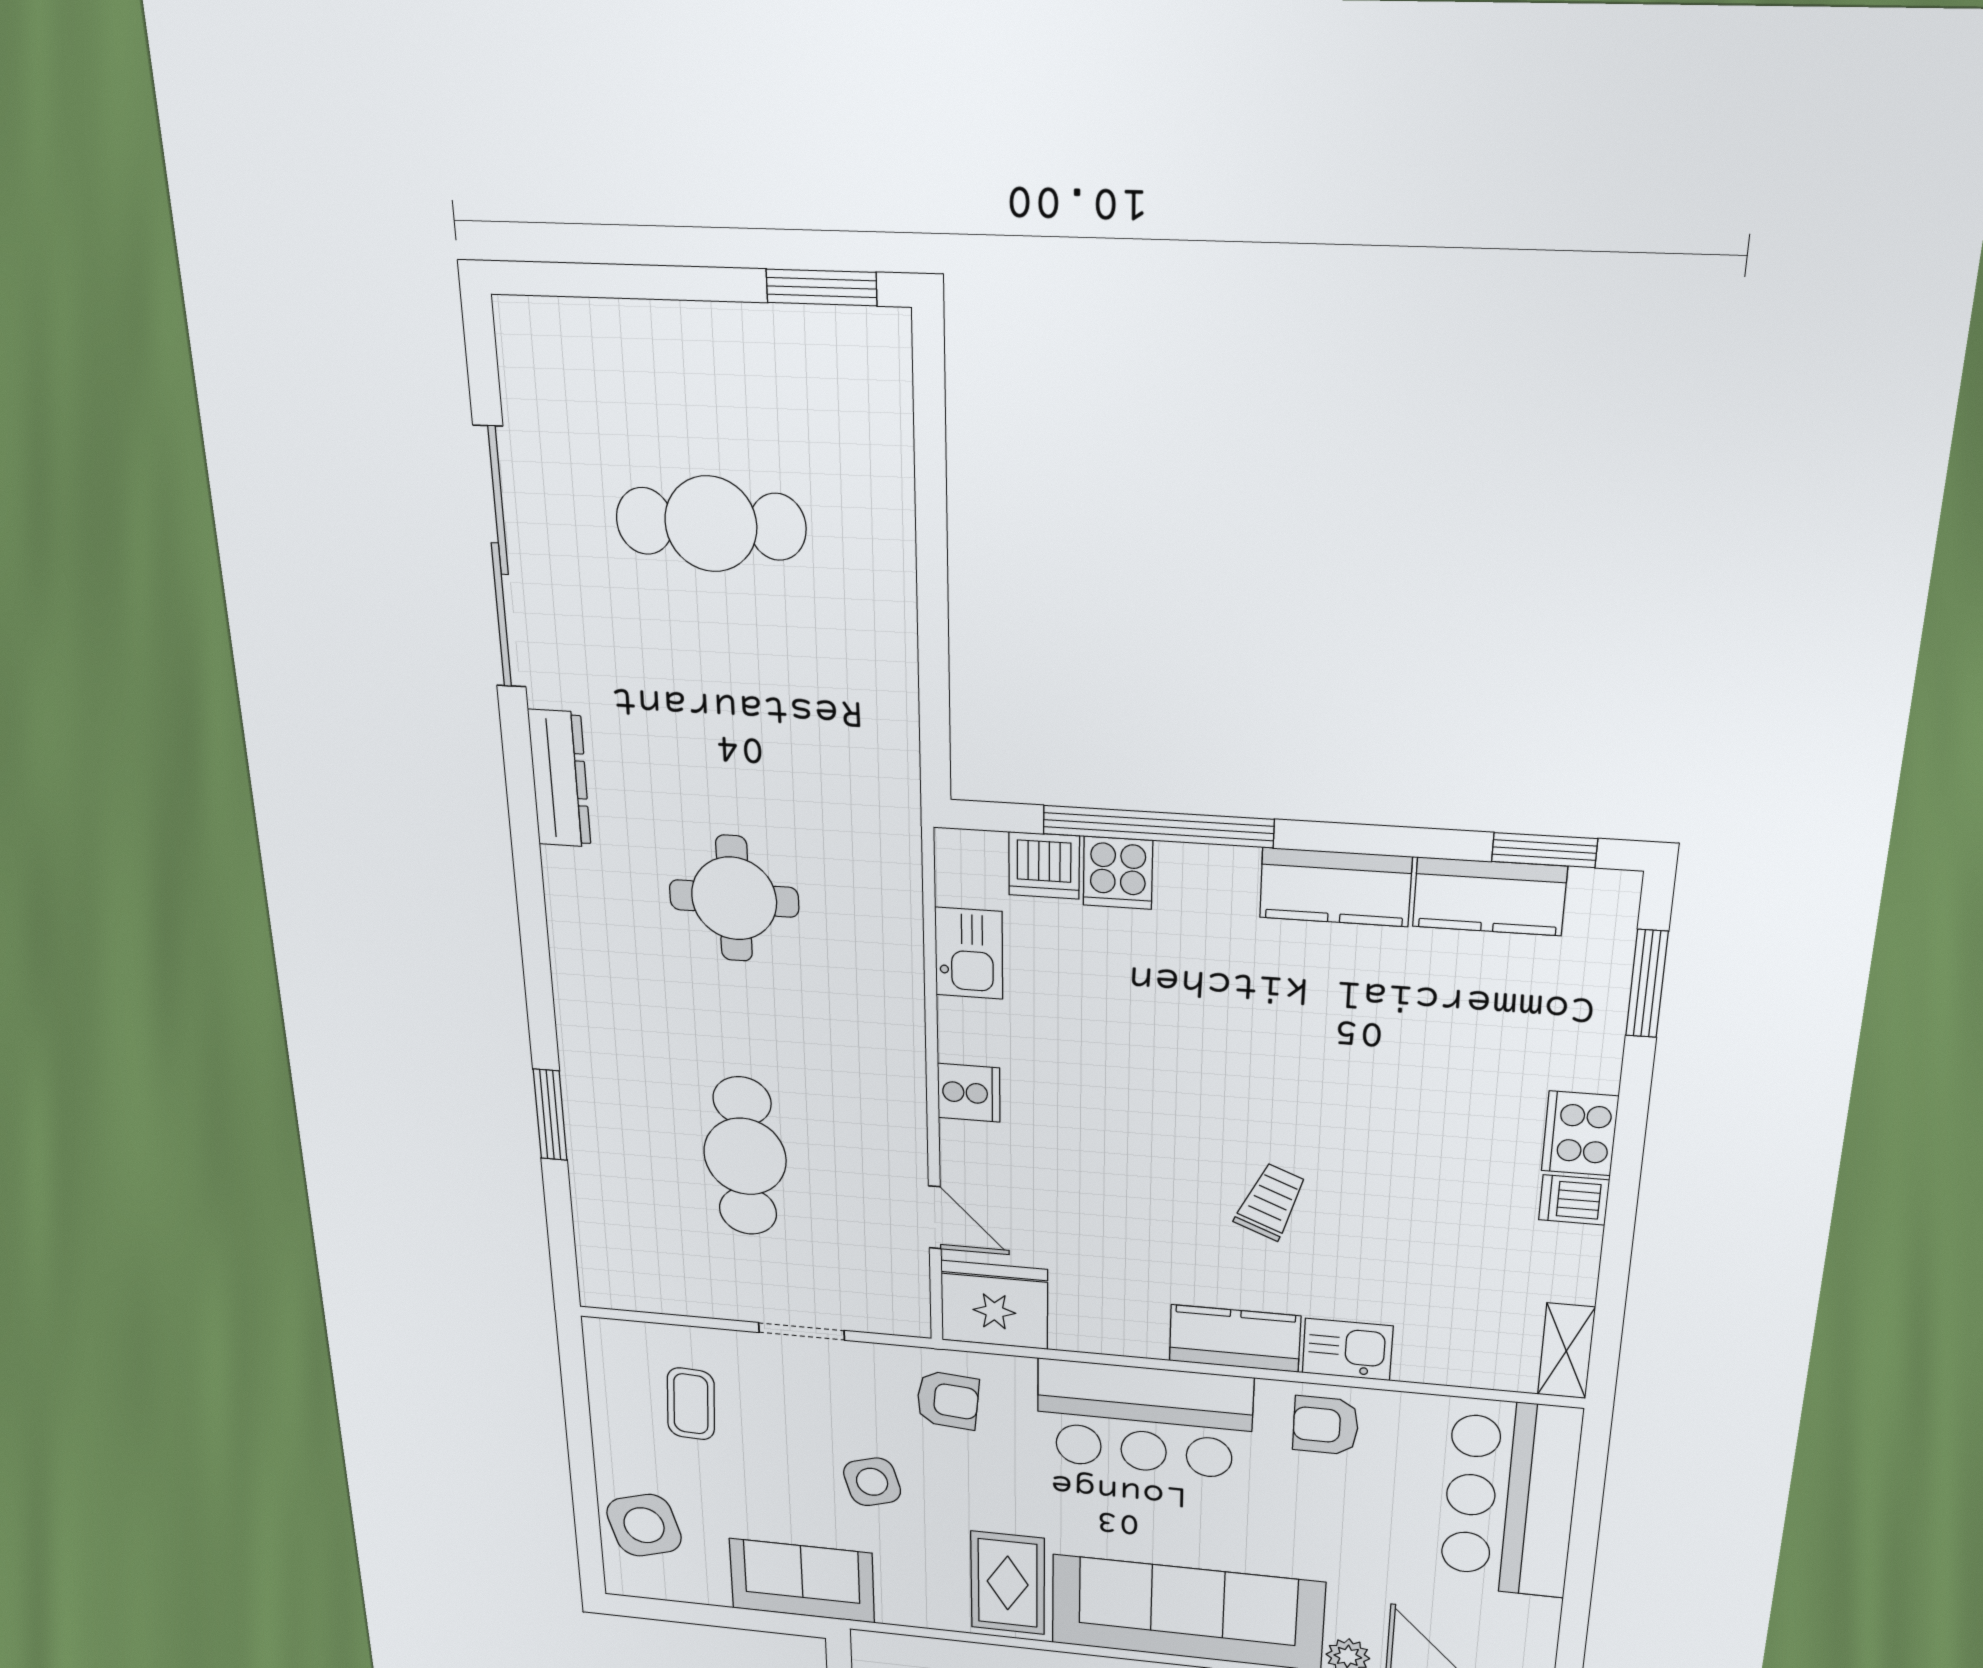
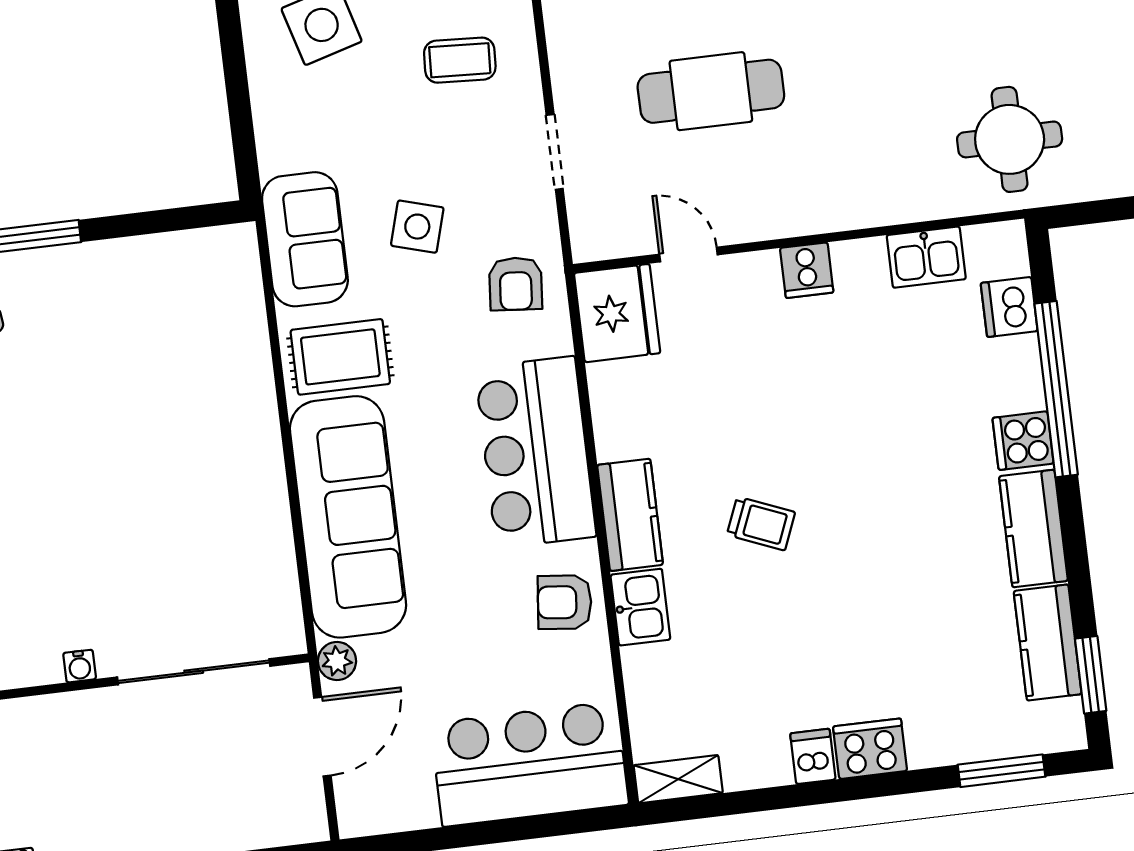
cooker: (1118, 873) -> (1023, 441), moved
round table: (734, 898) -> (1010, 139), moved
door: (935, 1217) -> (688, 255), swing flipped
armchair: (1326, 1425) -> (565, 602), turned -84
side table: (872, 1482) -> (417, 227), turned 32
sofa: (802, 1581) -> (305, 239), moved

